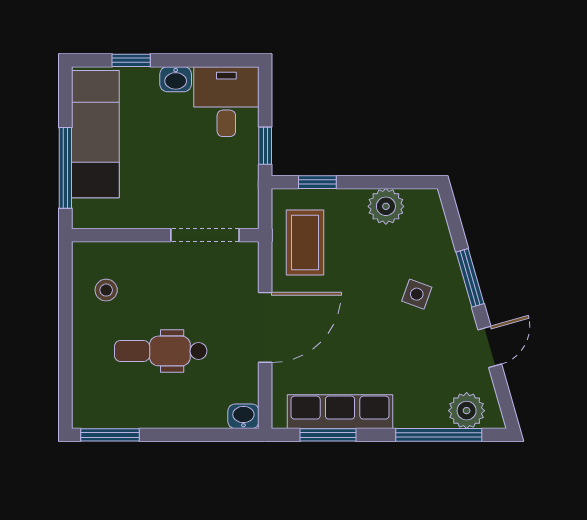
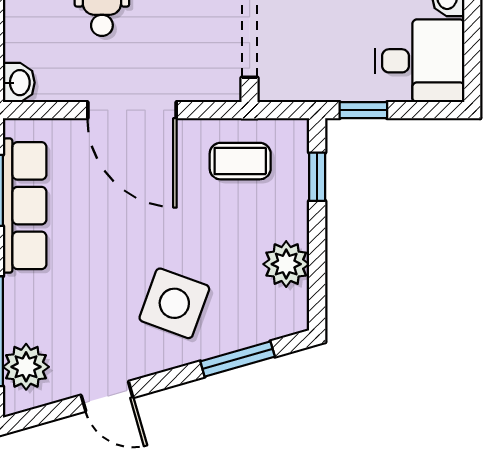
coffee table: (305, 242) -> (240, 161), width x0.73, depth x0.77
window: (470, 278) -> (238, 359), moved
side table: (417, 294) -> (174, 303), width x1.87, depth x1.87

